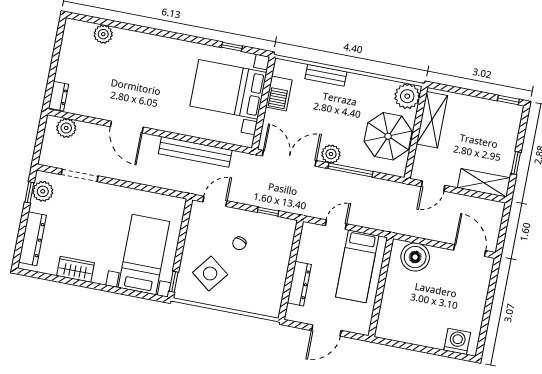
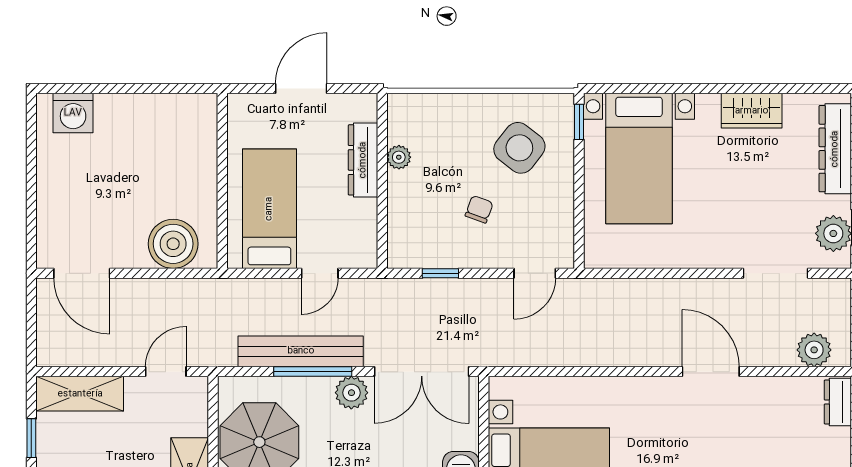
bench: (195, 152) -> (301, 351), moved
plant: (279, 281) -> (399, 157), added

